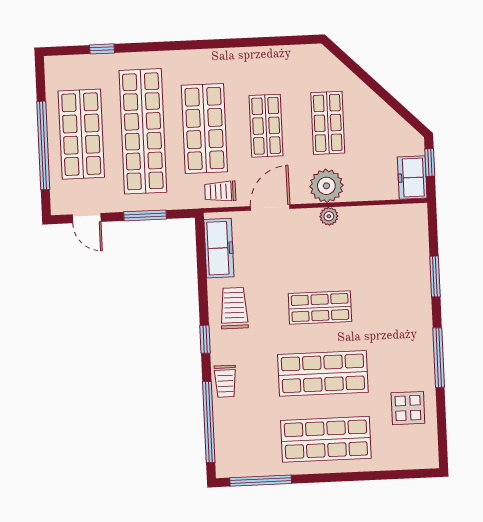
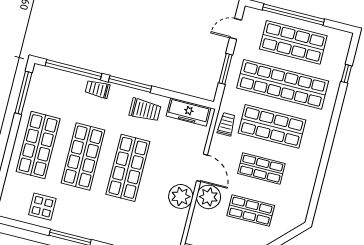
door: (270, 208) -> (202, 168), moved
plant: (329, 216) -> (181, 196), width x1.87, depth x1.87
shop shelf: (320, 308) -> (128, 168), width x1.43, depth x1.36
window: (205, 339) -> (130, 84), width x2.17

